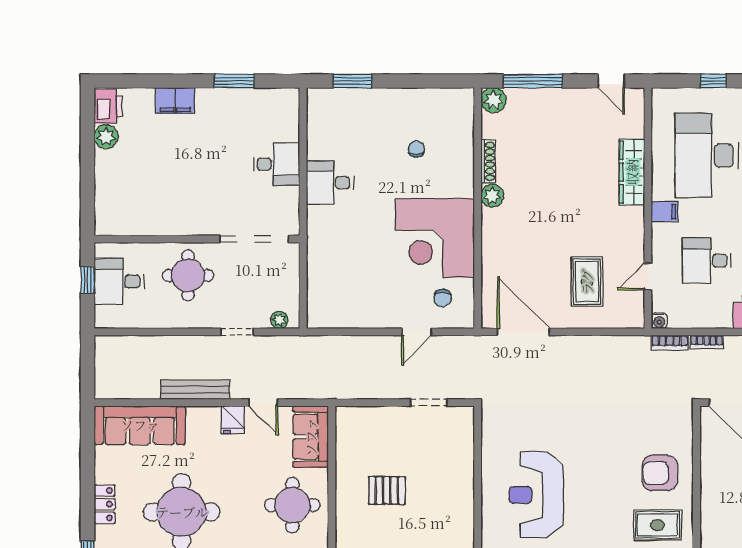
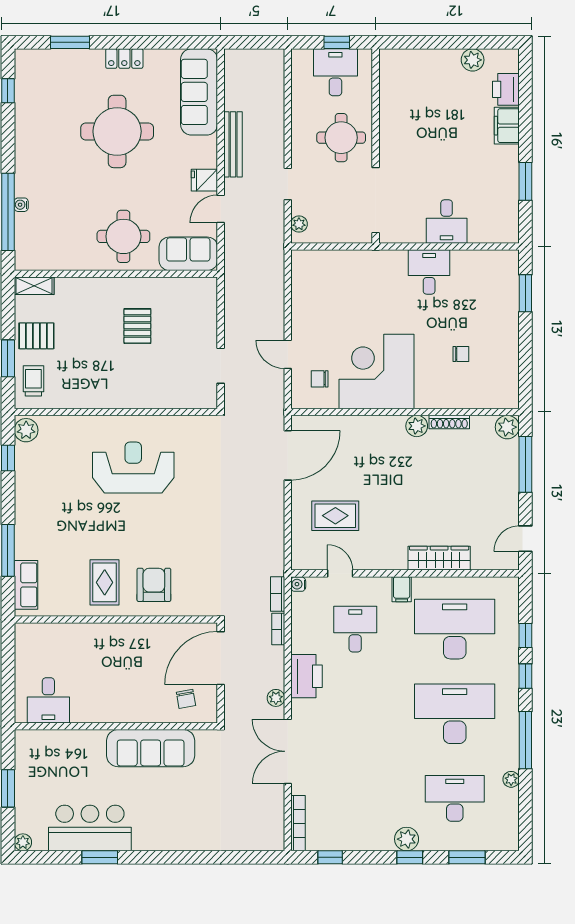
printer: (108, 106) -> (506, 89), moved, turned 90

